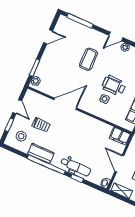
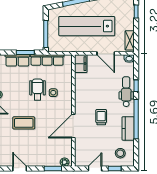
wheelchair: (114, 86) -> (37, 89), turned 180
door: (65, 104) -> (73, 126), hinge flipped
trolley: (41, 125) -> (101, 117), moved
door: (119, 164) -> (106, 53), hinge flipped

